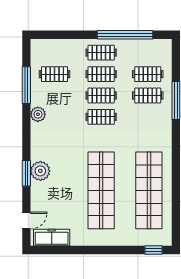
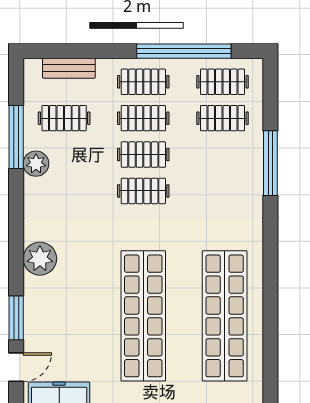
bench: (57, 45) -> (69, 68), added
clothes rail: (148, 95) -> (223, 82), moved
plant: (38, 114) -> (36, 164), moved
plant: (40, 171) -> (40, 259), moved
window: (26, 173) -> (16, 318), moved

